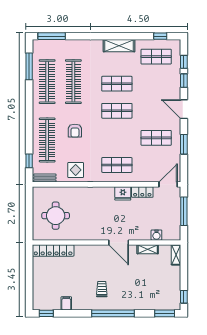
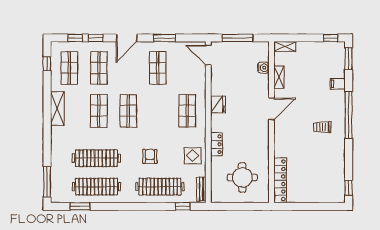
window: (29, 66) -> (80, 206), width x0.69
shop shelf: (156, 84) -> (99, 68), added
armchair: (75, 131) -> (150, 156), turned -90
locker: (142, 192) -> (217, 144), moved
filing cabinet: (66, 303) -> (338, 84), moved

